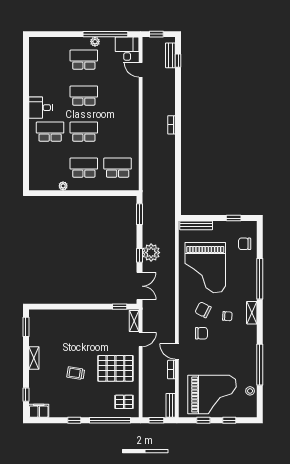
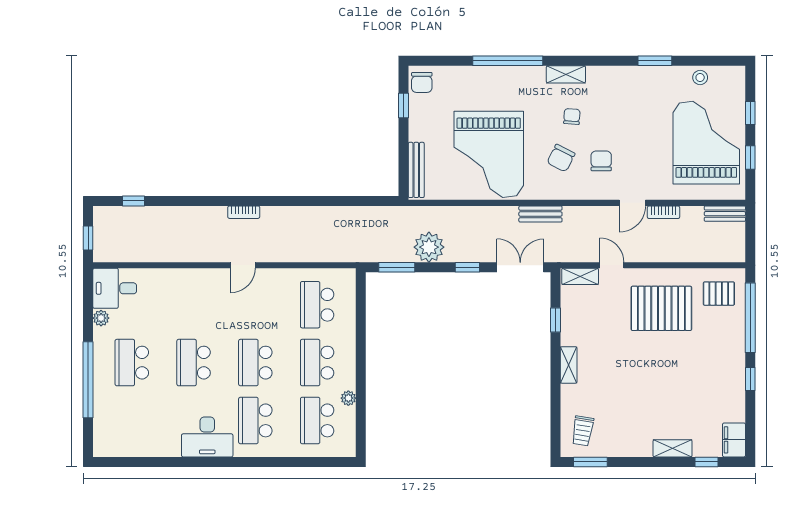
window: (105, 34) -> (88, 380), moved
plant: (95, 42) -> (101, 318), moved
bench: (170, 55) -> (540, 214), moved
door: (141, 70) -> (243, 265), moved
desk: (40, 108) -> (207, 437), width x1.37
school desk: (50, 168) -> (317, 420), added
chair: (245, 244) -> (422, 82), moved
plant: (151, 253) -> (429, 247), moved
grand piano: (205, 268) -> (489, 154), turned 90
window: (120, 307) -> (555, 320), moved
shelving: (82, 314) -> (569, 365), added
shelving: (34, 358) -> (673, 448), moved
window: (260, 365) -> (655, 61), width x0.47
pallet: (115, 368) -> (661, 308), turned 90
trolley: (76, 373) -> (583, 431), moved
pallet: (124, 402) -> (719, 294), turned 90
window: (156, 420) -> (750, 238), removed

